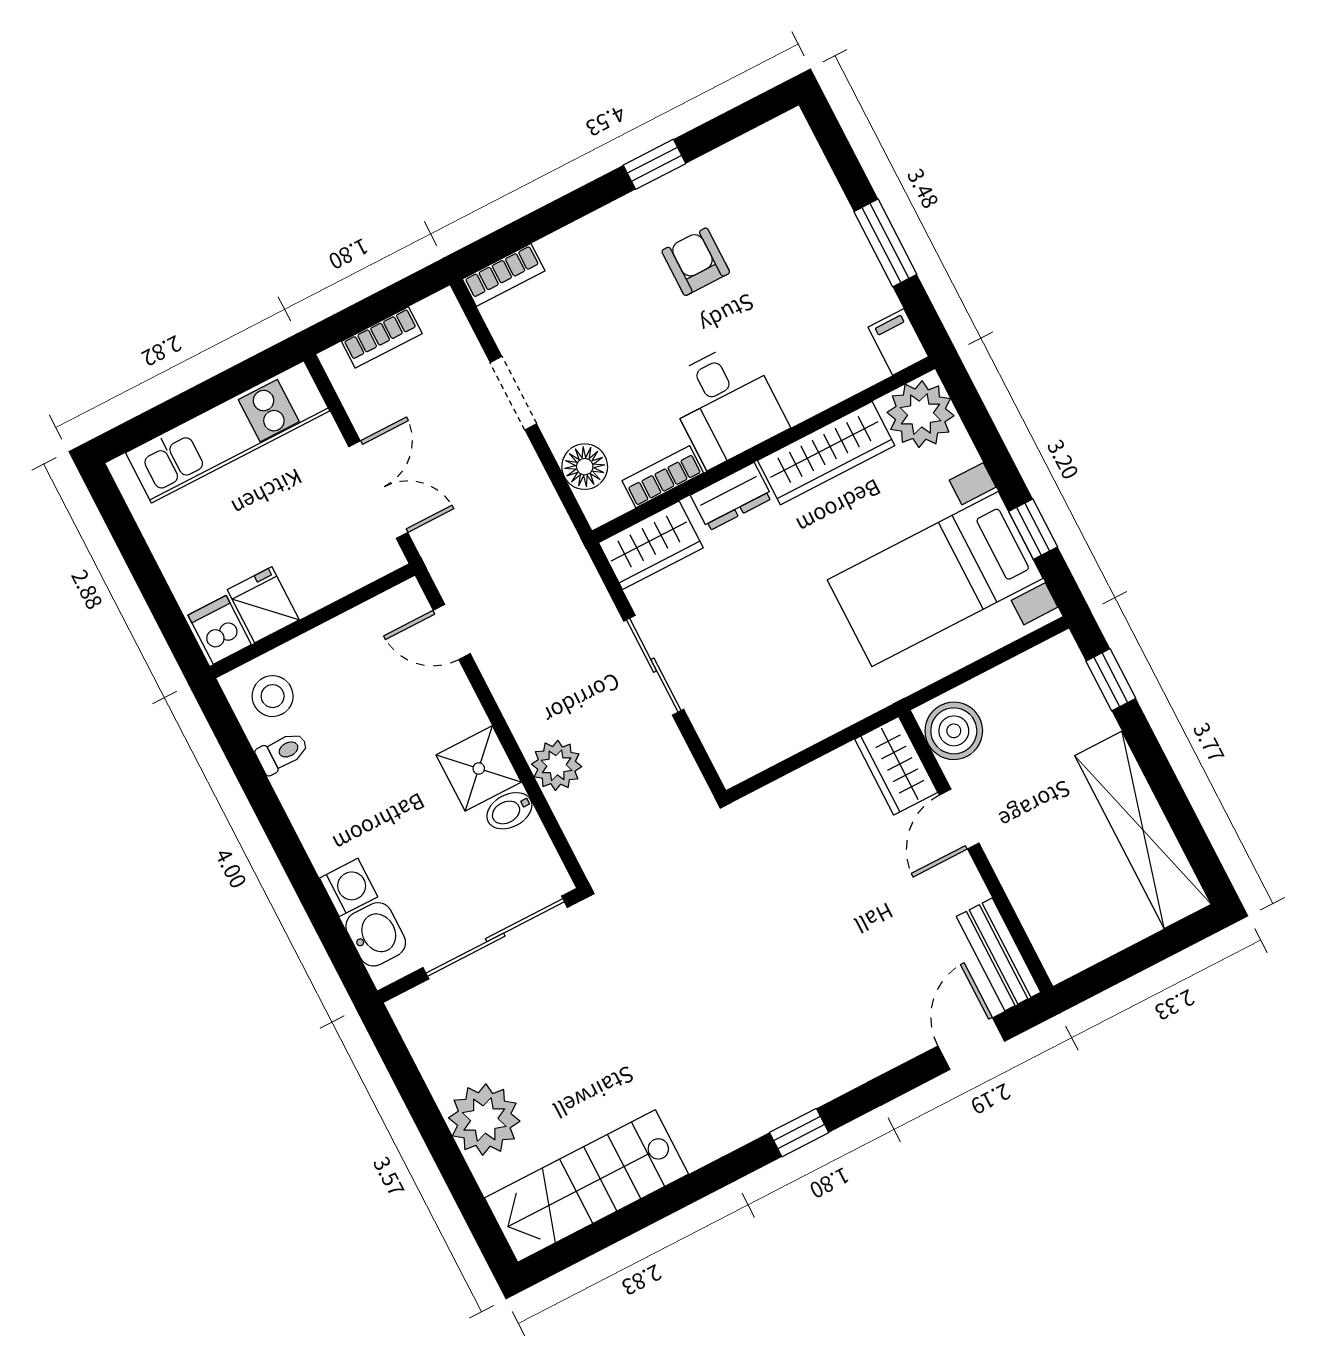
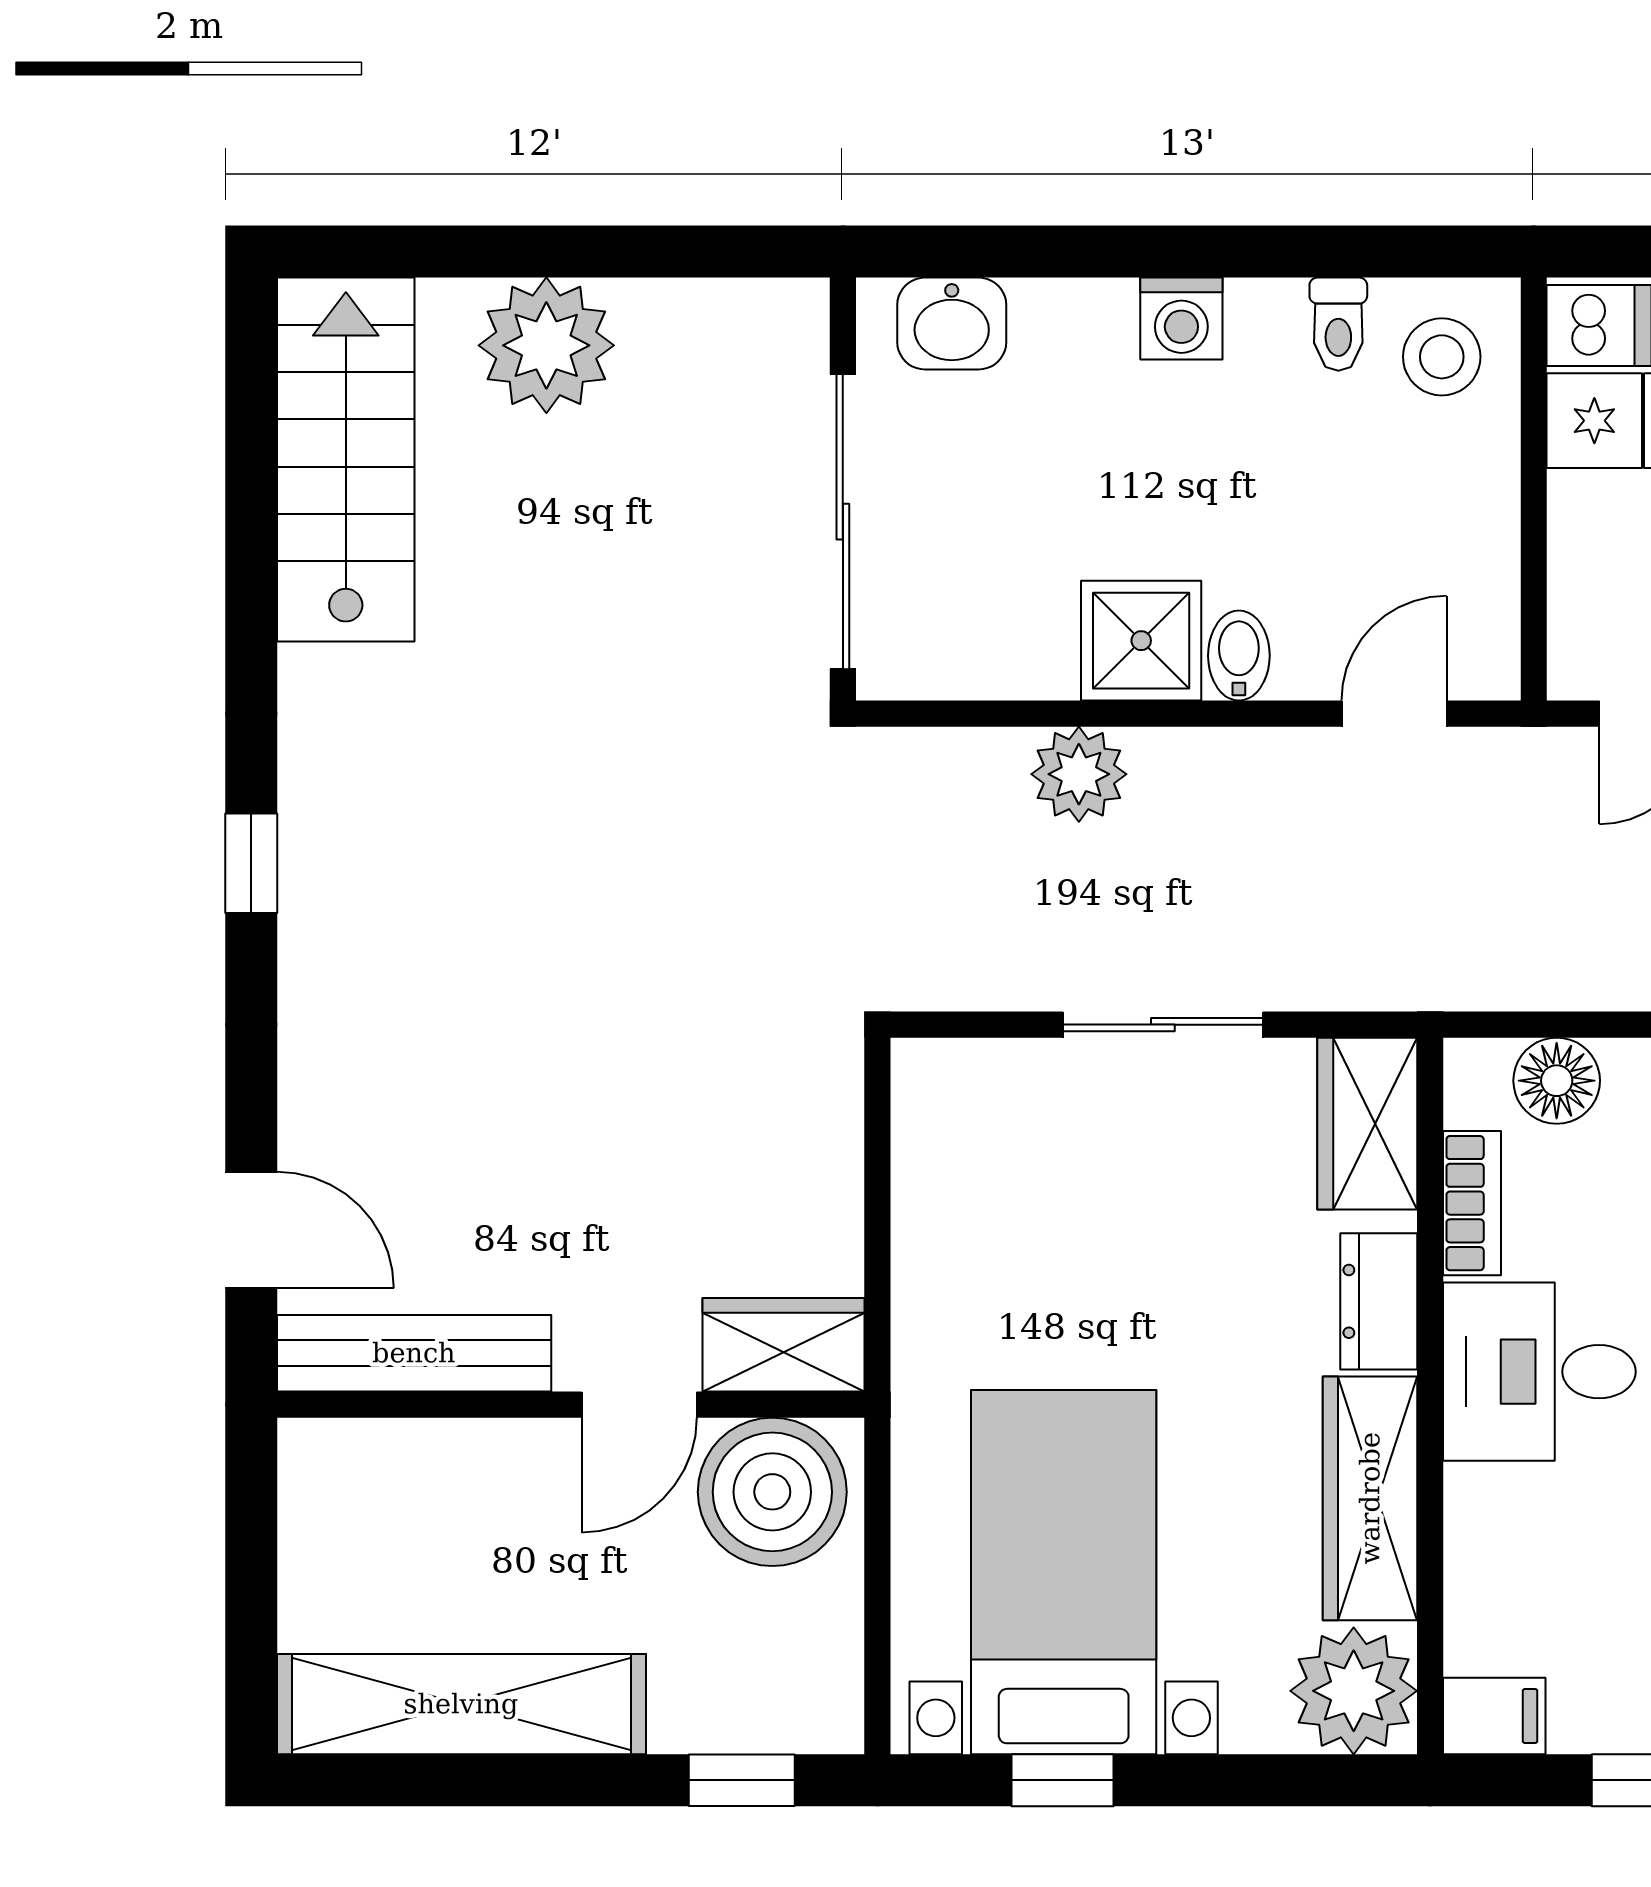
boiler: (954, 731) -> (772, 1492), width x1.37, depth x1.37
bidet: (509, 811) -> (1239, 656), moved
door: (959, 819) -> (639, 1405), swing flipped
washing machine: (349, 887) -> (1181, 319), moved
bench: (999, 954) -> (414, 1353), width x1.36

